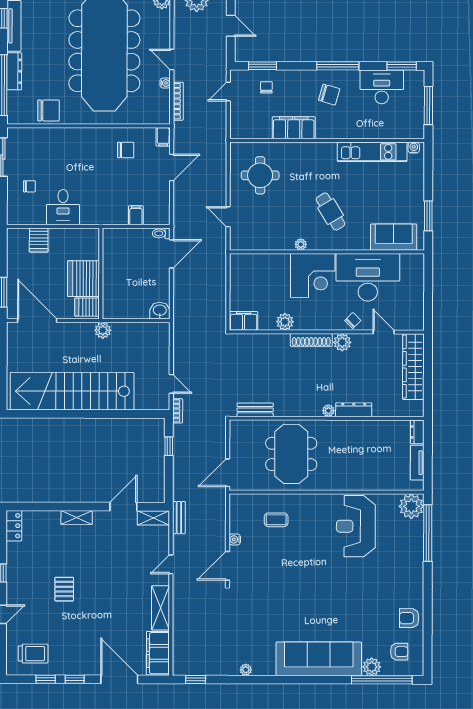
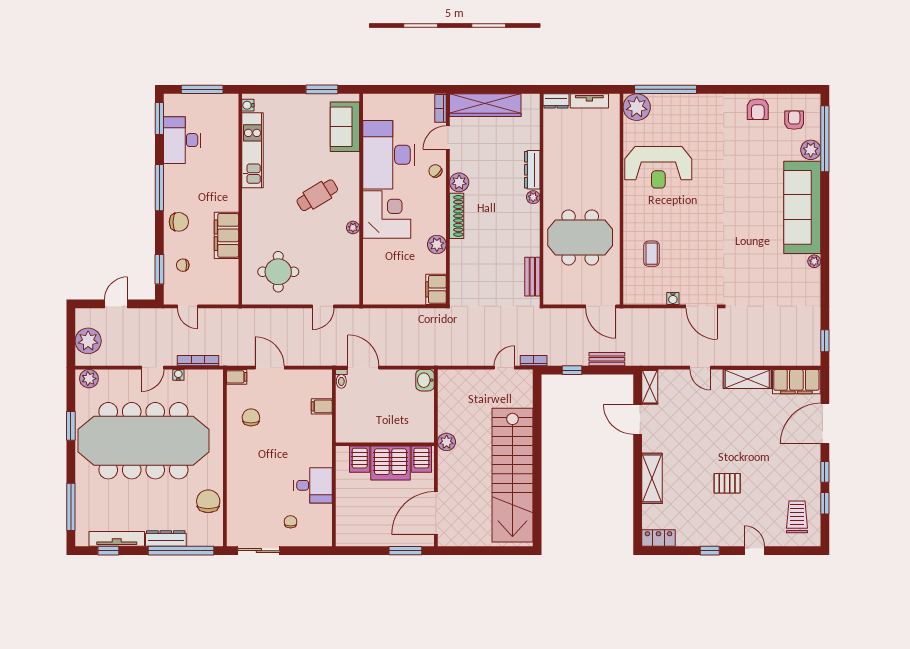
chair: (329, 95) -> (179, 222), moved, turned 74
server rack: (39, 240) -> (360, 459), moved, turned 90
bookcase: (411, 325) -> (441, 108), added
shelving: (77, 518) -> (652, 478), width x1.50, depth x1.33
bench: (179, 518) -> (607, 359), moved
plant: (246, 670) -> (814, 261), moved

